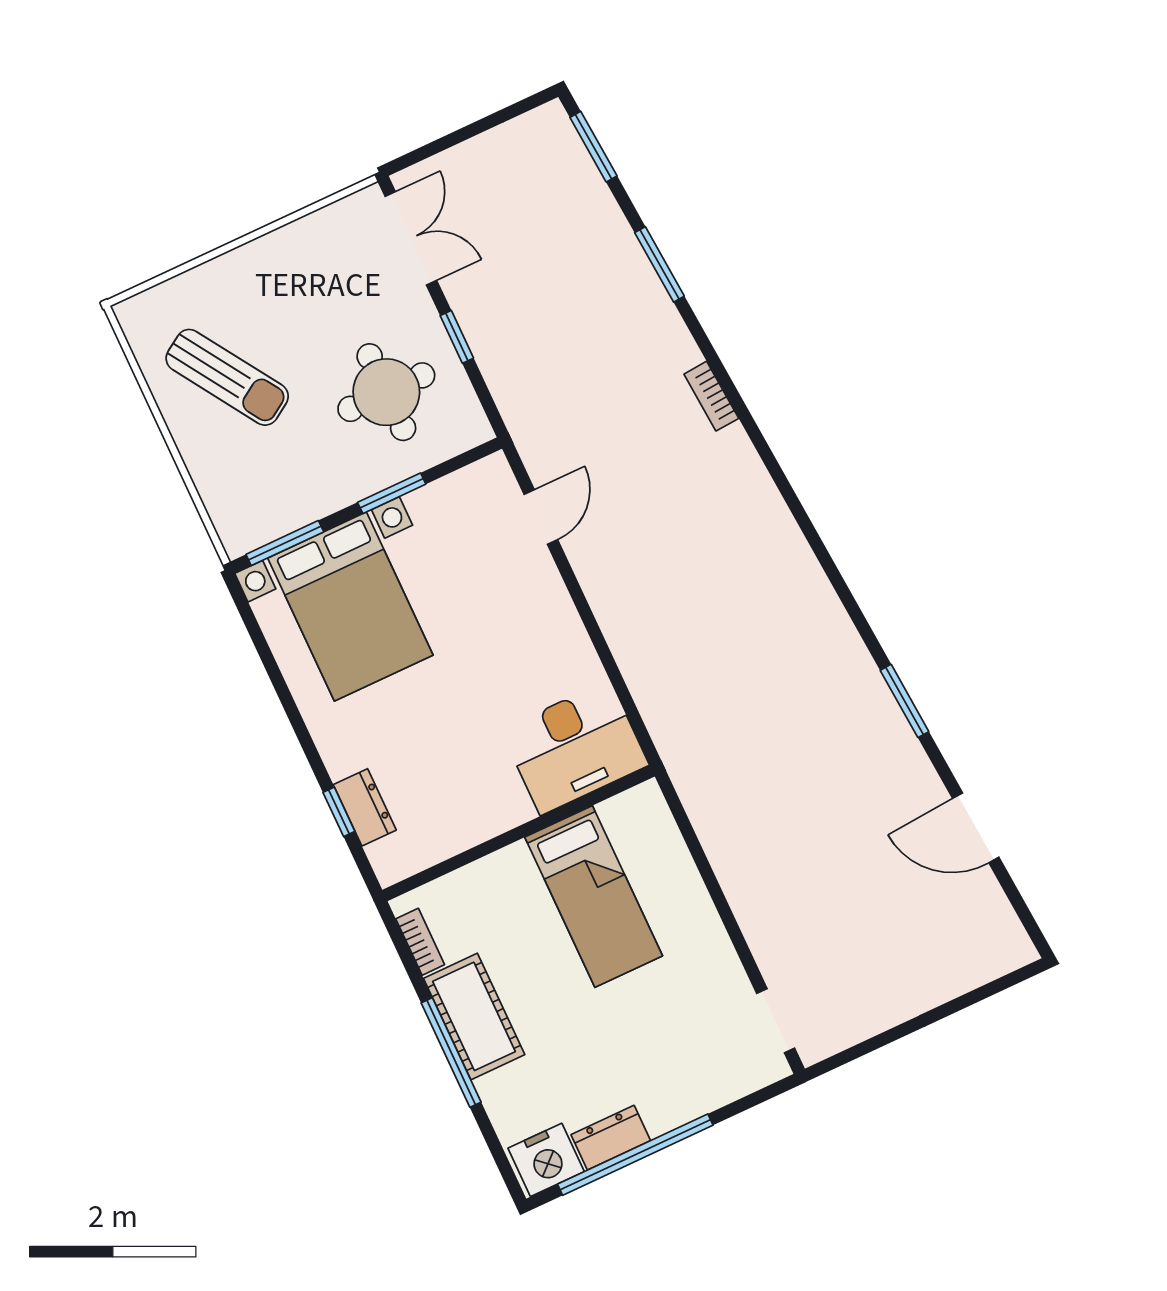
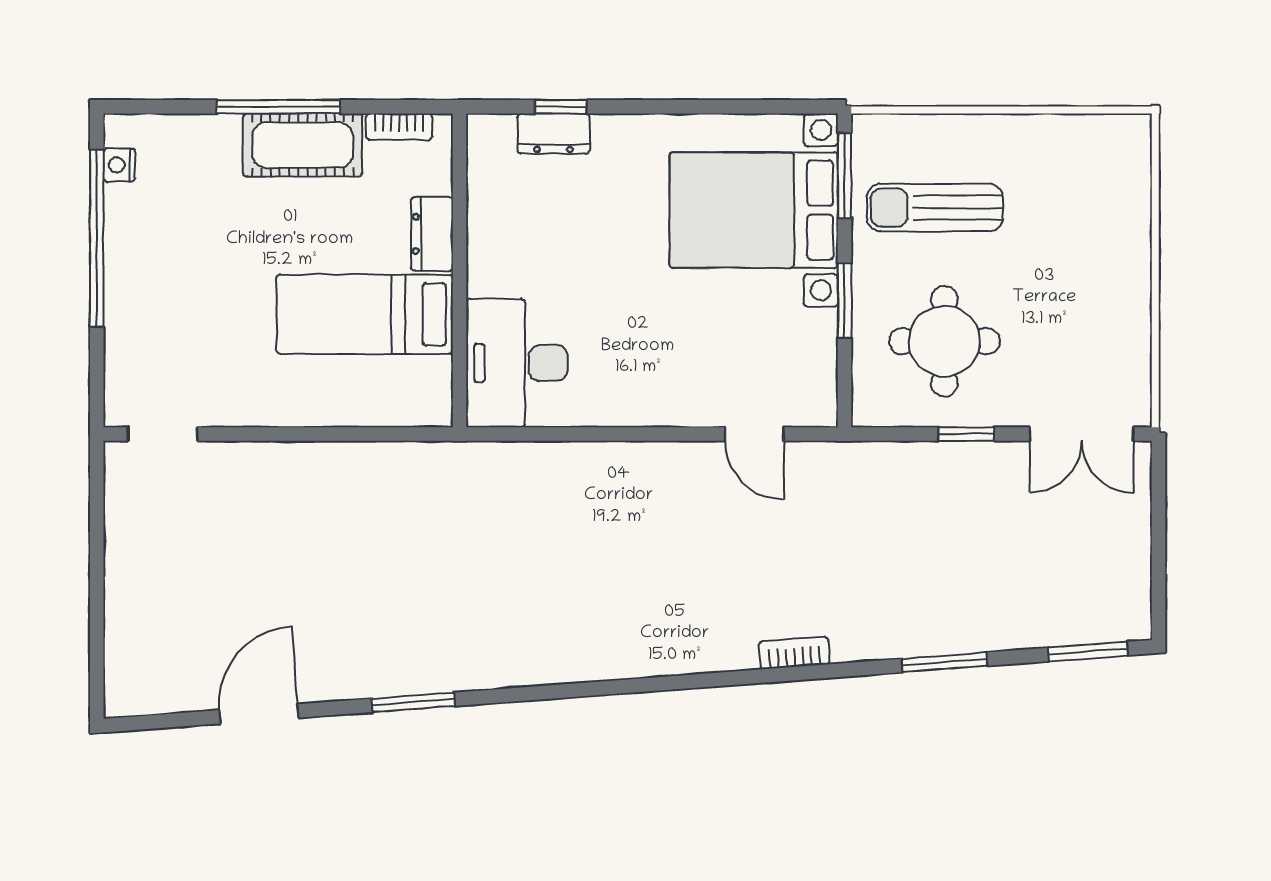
sun lounger: (227, 377) -> (935, 208), moved, turned 33
dresser: (611, 1138) -> (432, 234), moved, turned 180
nightstand: (546, 1160) -> (119, 165), width x0.53, depth x0.56

